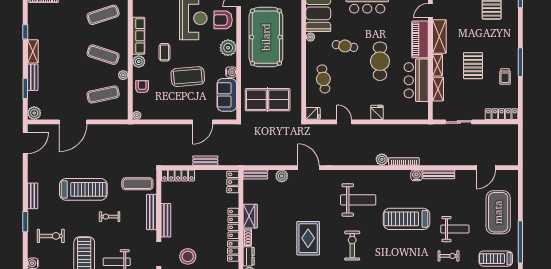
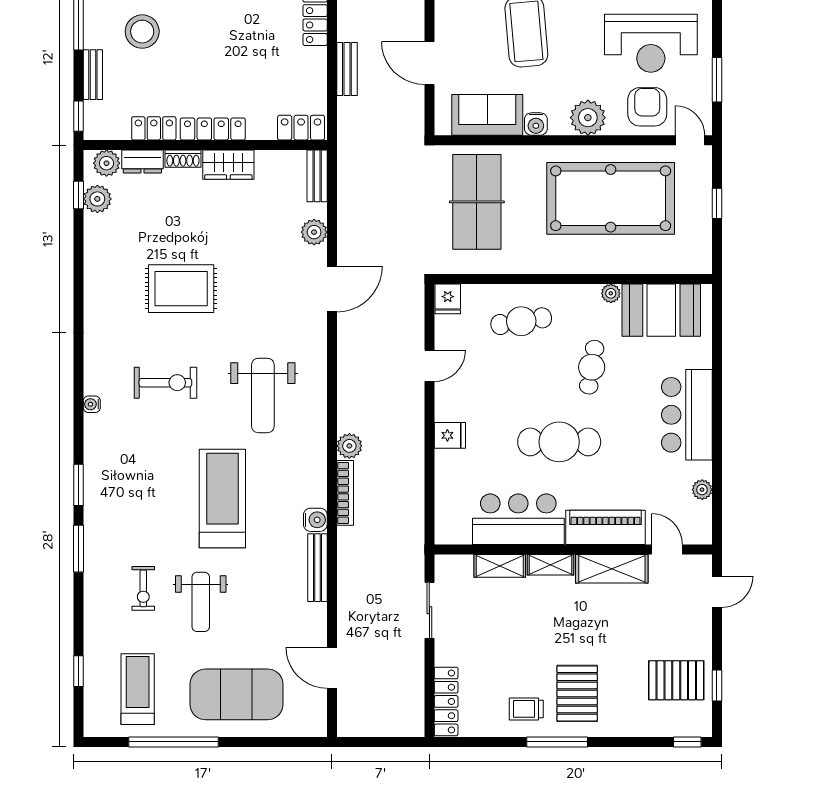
pallet: (473, 66) -> (577, 693), moved, turned 90

